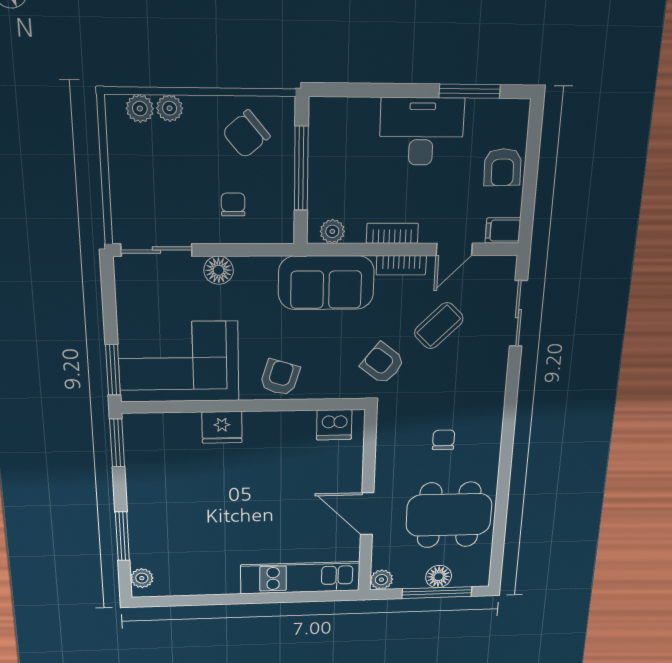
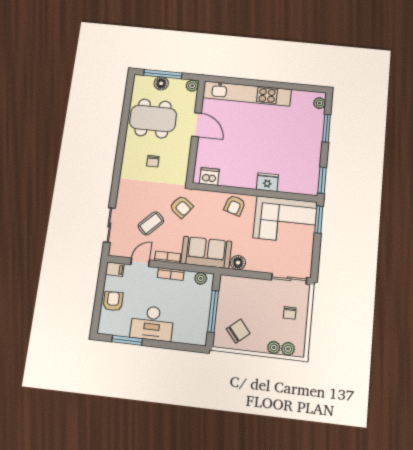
chair: (233, 204) -> (290, 313), moved
floor lamp: (219, 270) -> (238, 263), moved
kitchen unit: (300, 578) -> (247, 94), width x1.36

